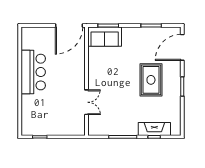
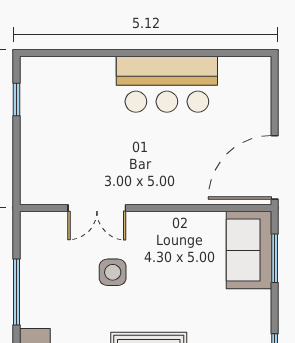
door: (69, 26) -> (275, 167), hinge flipped
side table: (114, 95) -> (113, 272), added

